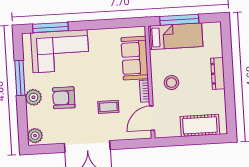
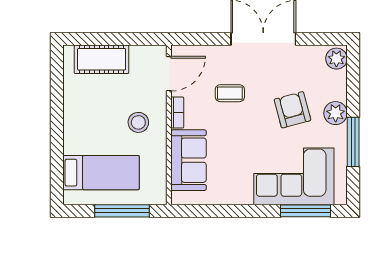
bed: (175, 36) -> (101, 173), moved, turned 180
dresser: (218, 73) -> (72, 131), removed
armchair: (64, 98) -> (292, 110), turned -105

